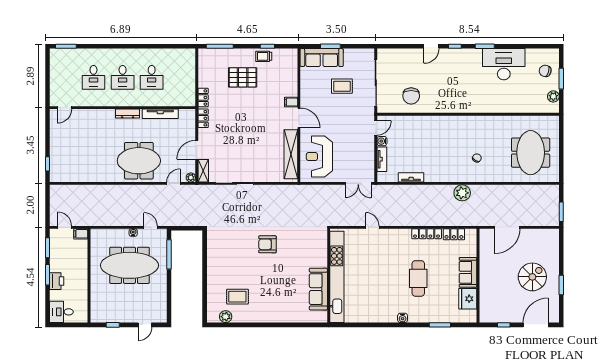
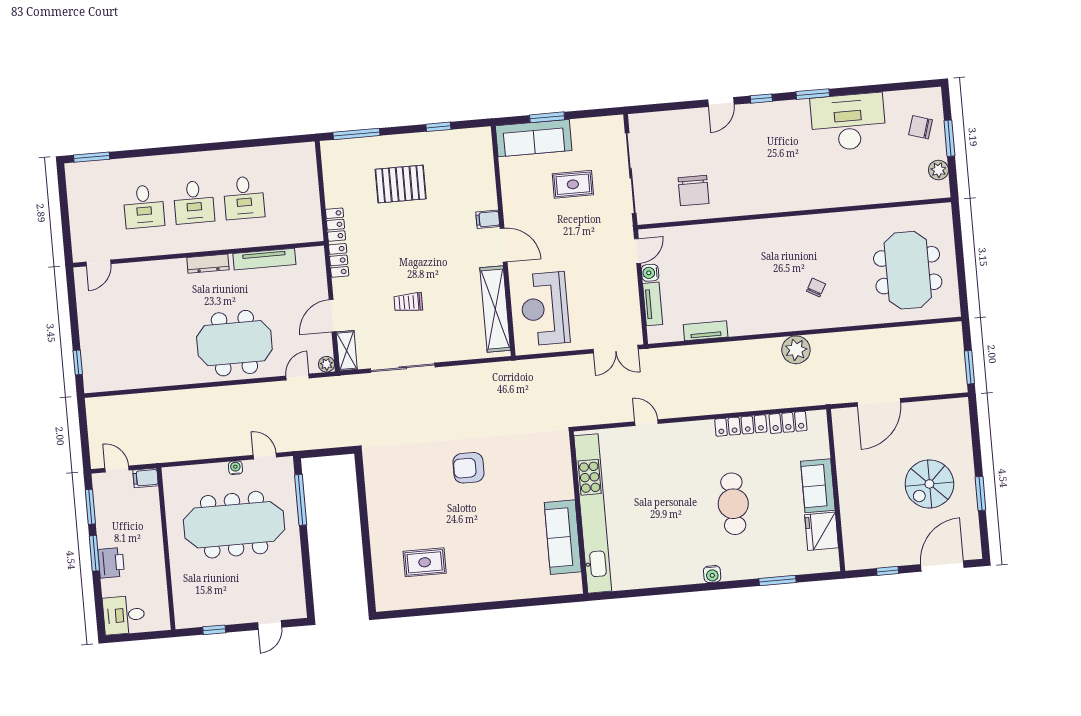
trolley: (264, 56) -> (408, 302), moved
spiral stairs: (532, 277) -> (929, 484), turned 180
plant: (226, 317) -> (407, 599), removed

